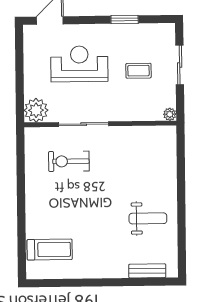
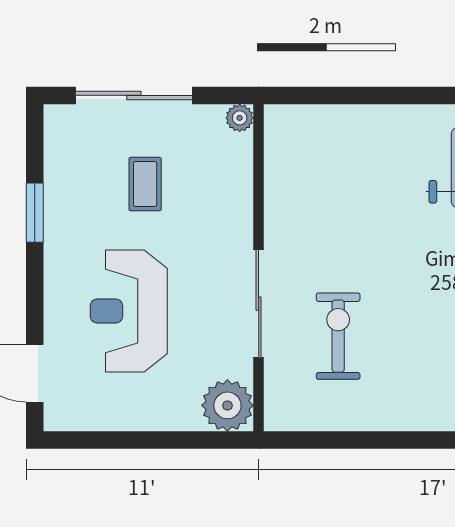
sliding door: (180, 65) -> (134, 95), width x1.37
exercise bike: (69, 161) -> (338, 336), turned 180

